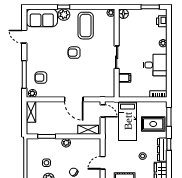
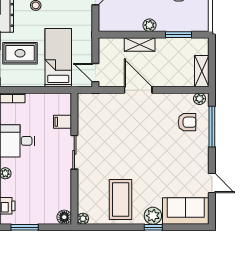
armchair: (74, 53) -> (138, 159), removed
shelving: (88, 130) -> (140, 44), moved

